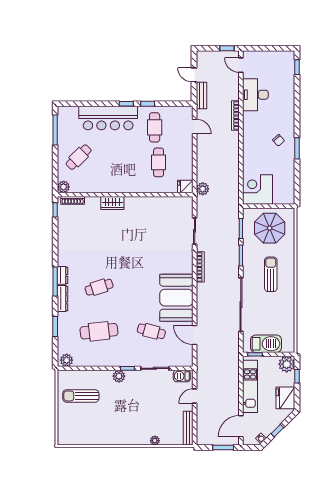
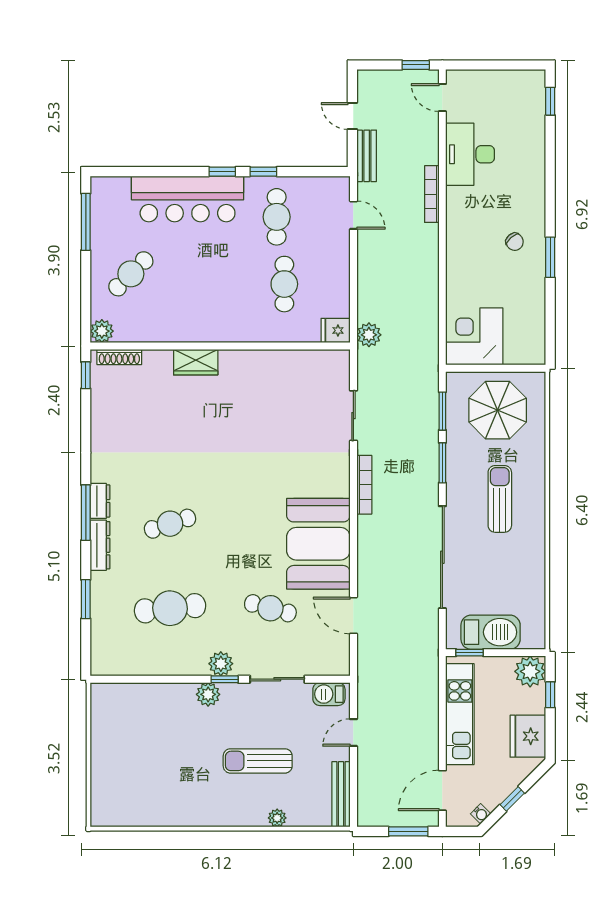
plant: (67, 360) -> (221, 664), moved
sun lounger: (81, 396) -> (258, 761), moved

